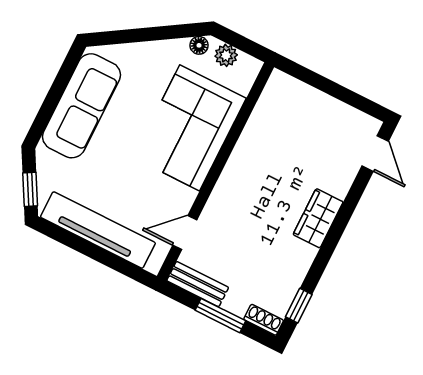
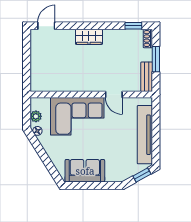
sofa: (82, 106) -> (85, 171), width x0.73
door: (185, 233) -> (114, 95), moved

